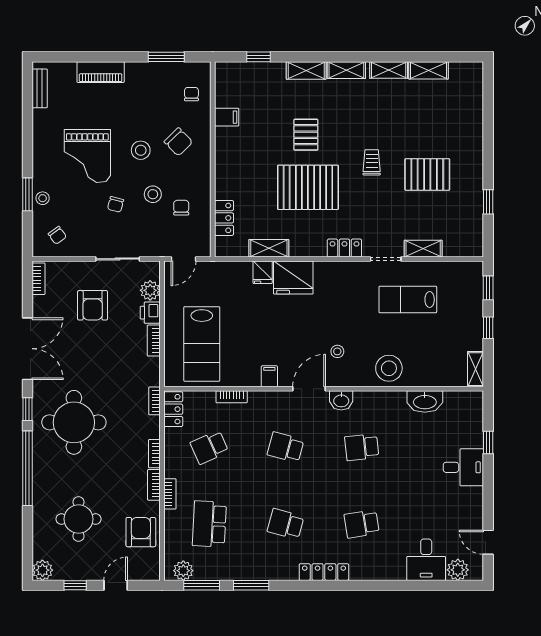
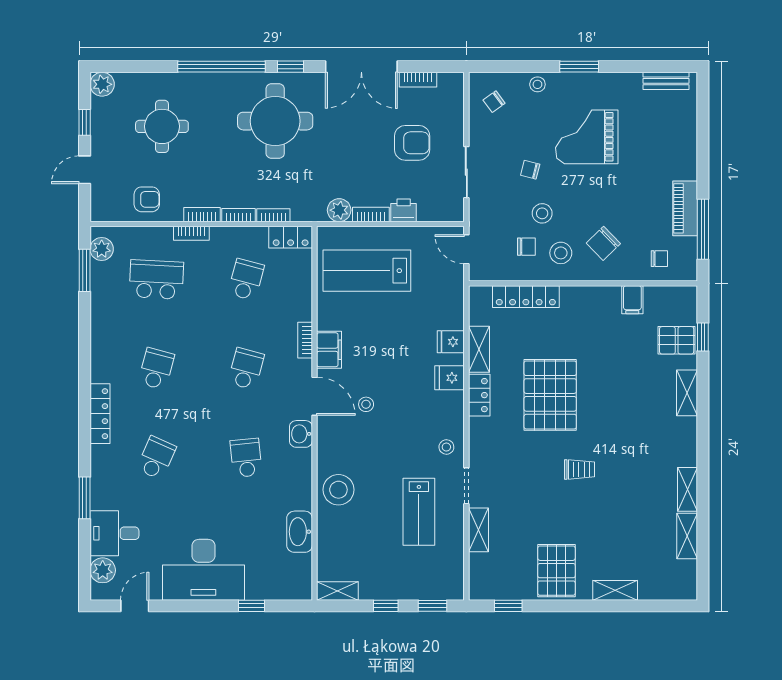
window: (166, 57) -> (703, 229), width x1.44
shelving: (346, 70) -> (615, 590), moved, turned 90
piano: (101, 72) -> (685, 208), moved
pallet: (306, 135) -> (677, 340), moved
stool: (141, 150) -> (561, 253), moved
pallet: (427, 174) -> (556, 571), moved
window: (27, 194) -> (579, 67), moved
window: (488, 202) -> (508, 606), moved
locker: (224, 218) -> (526, 297), width x1.53
locker: (344, 248) -> (479, 395), moved
stool: (352, 276) -> (446, 447), added
fridge: (293, 278) -> (450, 378), width x0.53, depth x0.75
bookcase: (39, 279) -> (418, 80), moved
plant: (150, 290) -> (339, 210), moved
lab bench: (408, 300) -> (419, 512), turned 180
armchair: (93, 305) -> (412, 143), turned 180
stool: (337, 351) -> (366, 404), moved
filing cabinet: (269, 376) -> (329, 350), width x2.00
bookcase: (232, 397) -> (305, 340), moved
bookcase: (154, 401) -> (273, 215), moved
school desk: (209, 447) -> (246, 280), turned 39
desk: (463, 467) -> (203, 570), width x1.87, depth x1.30
school desk: (362, 524) -> (156, 458), turned 33
armchair: (141, 532) -> (147, 199), width x0.72, depth x0.72
door: (116, 585) -> (85, 170), swing flipped
window: (251, 585) -> (85, 498), moved

